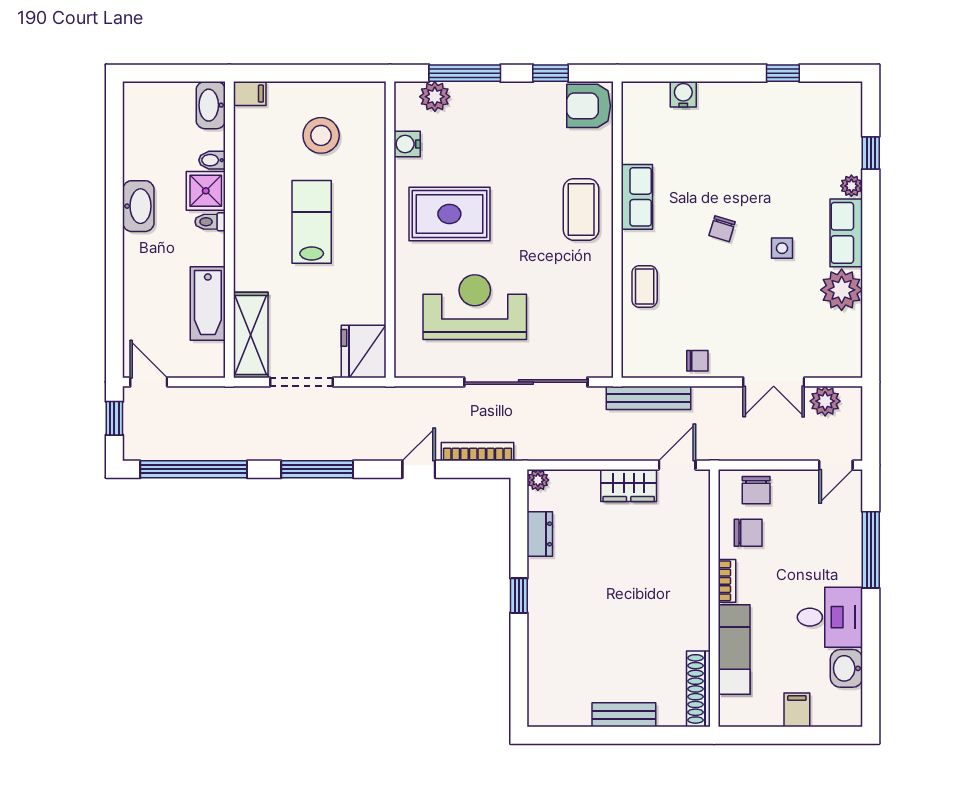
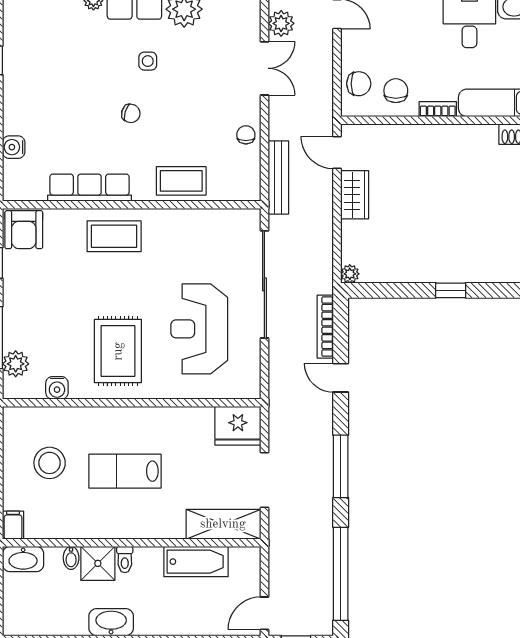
row of seats: (637, 197) -> (89, 188), width x1.48
coffee table: (645, 286) -> (181, 181), width x1.36, depth x1.30
dresser: (540, 534) -> (397, 272), removed

